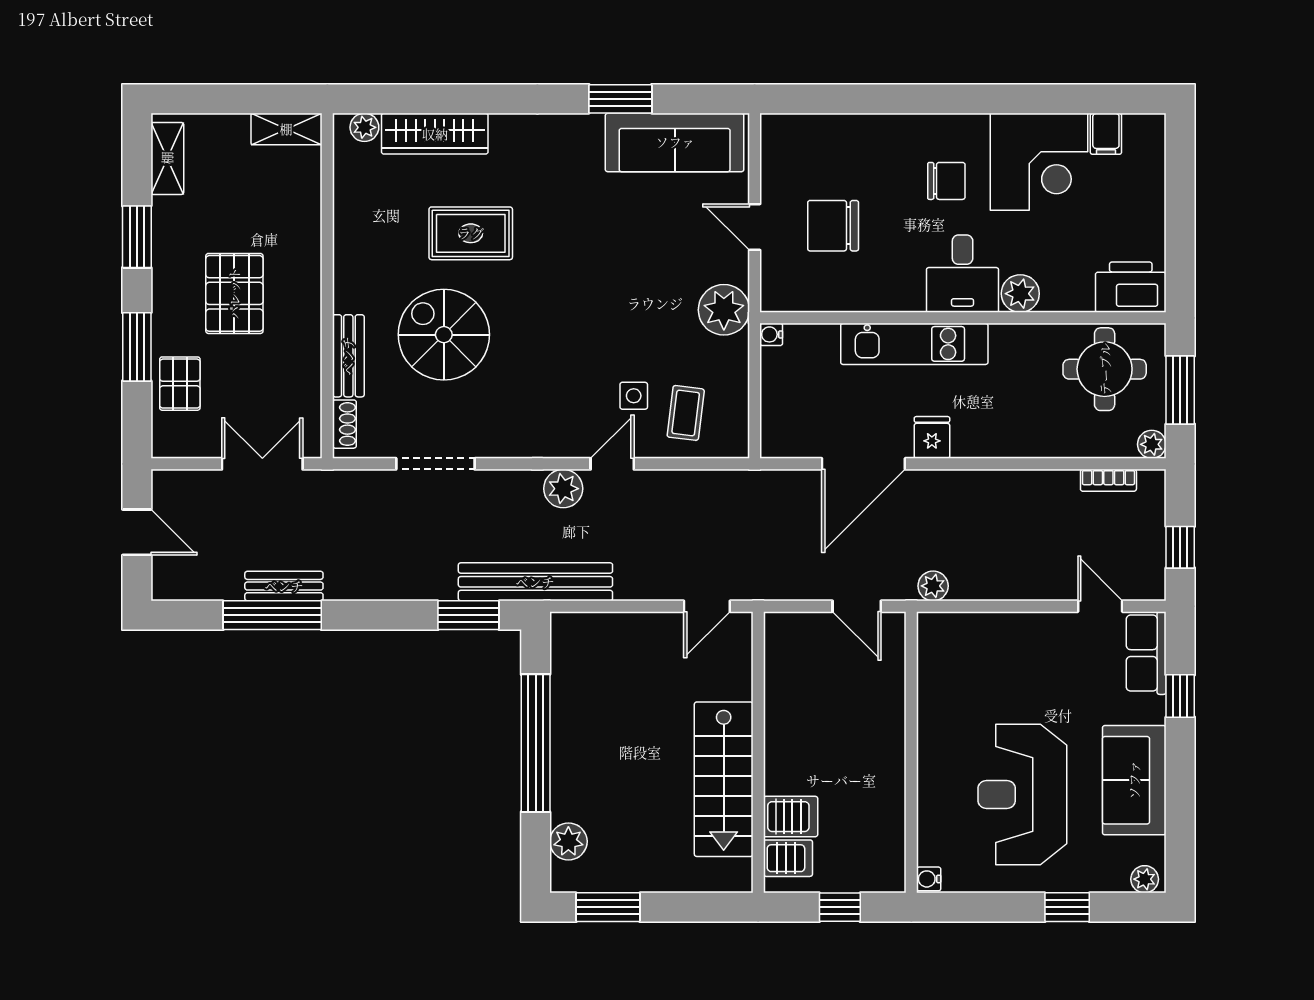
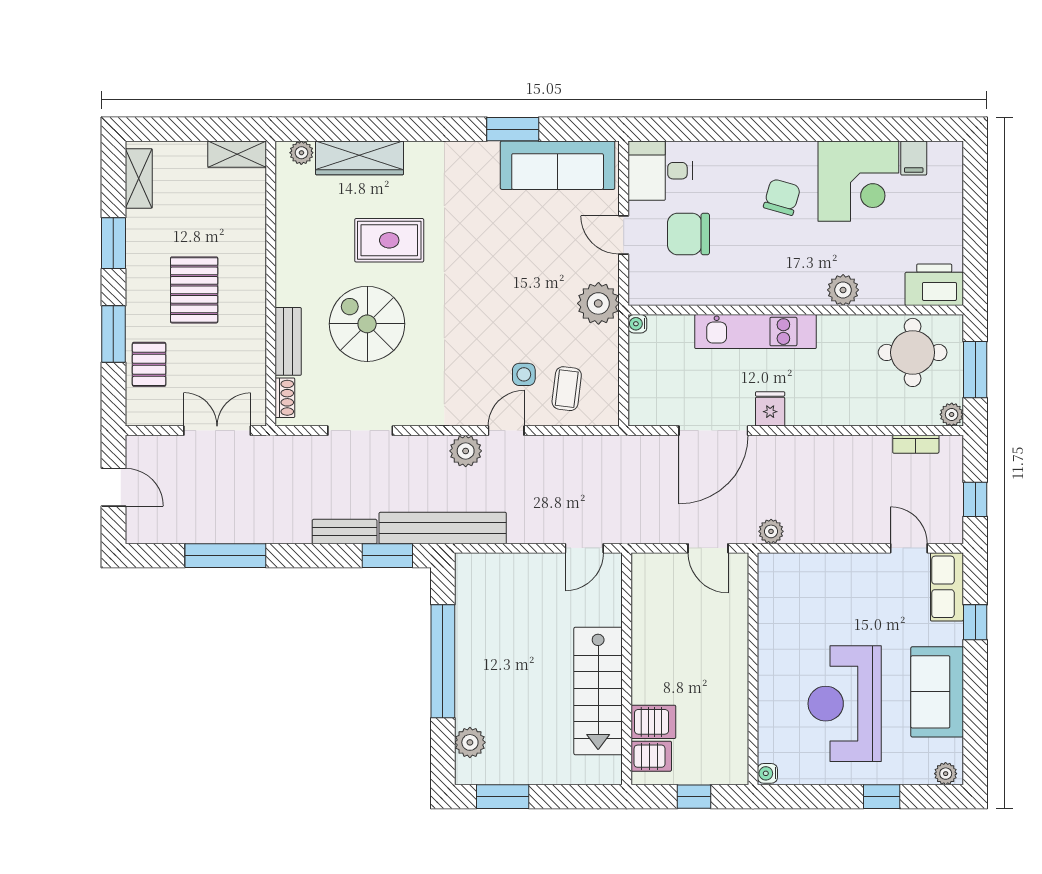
chair: (946, 181) -> (782, 197), turned -74
desk: (963, 274) -> (660, 171), moved, turned 90
bench: (284, 586) -> (345, 532), moved

